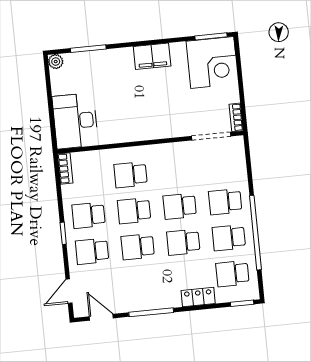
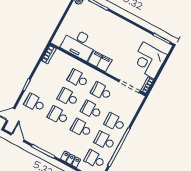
filing cabinet: (152, 56) -> (100, 61), moved, turned 180
corner desk: (212, 62) -> (149, 60), moved, turned 90
desk: (75, 121) -> (79, 44), moved, turned -90
school desk: (89, 215) -> (101, 91), moved

